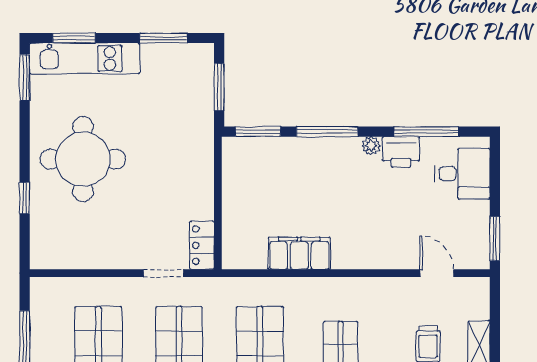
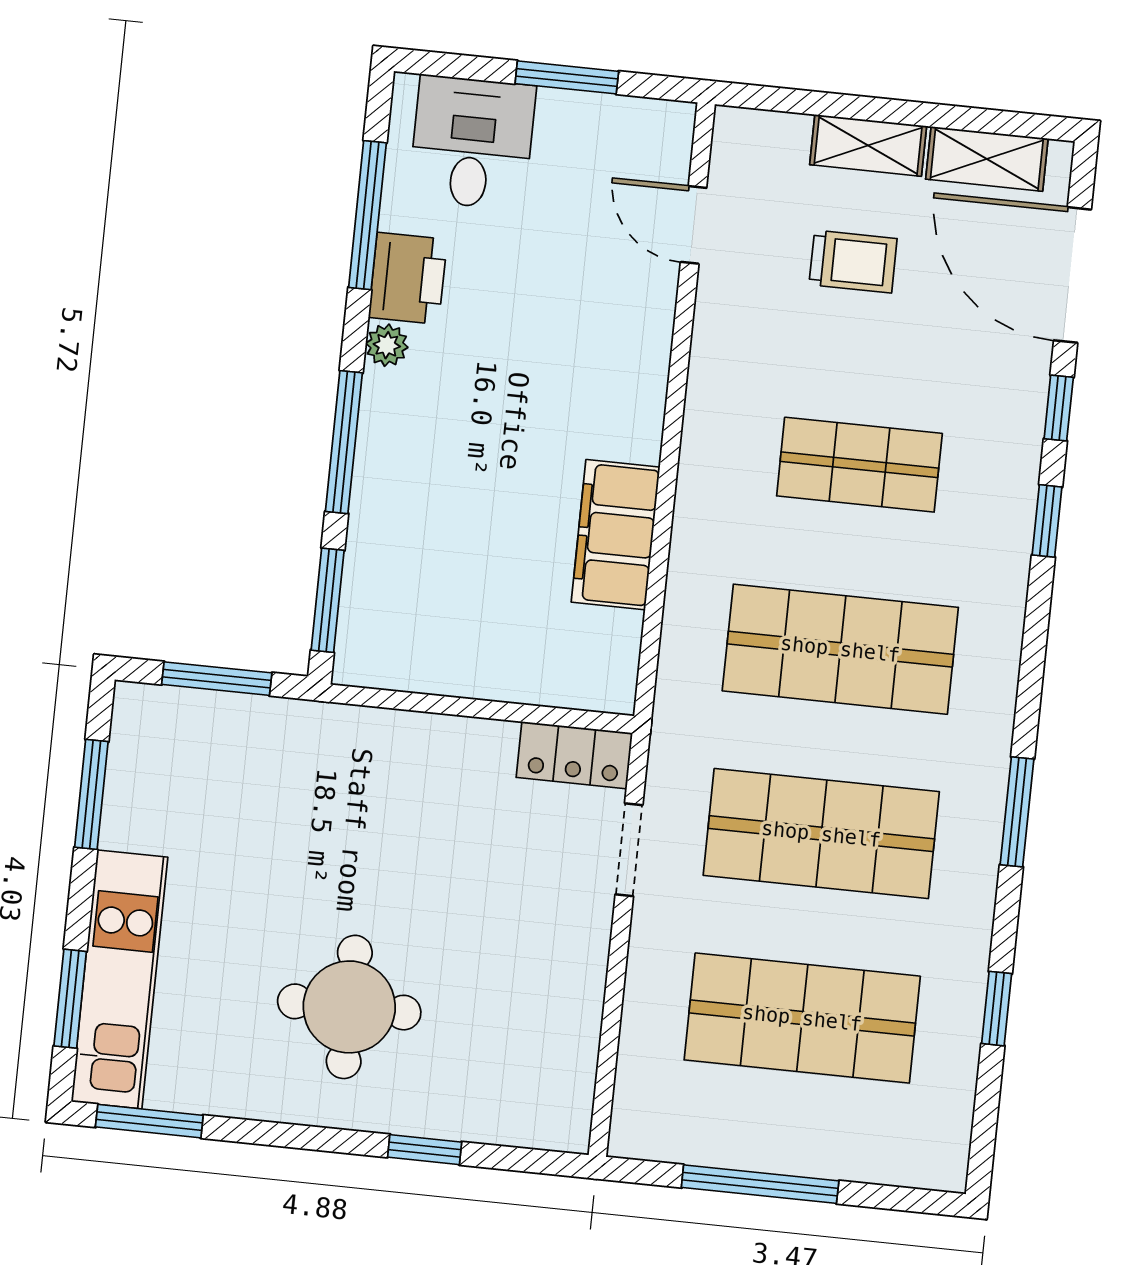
round table: (83, 159) -> (349, 1007), width x0.73, depth x0.73
window: (495, 238) -> (567, 77), moved
door: (437, 273) -> (694, 225), hinge flipped

